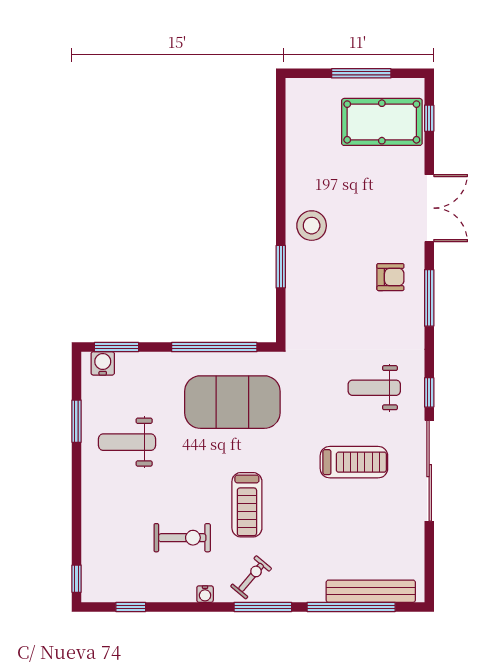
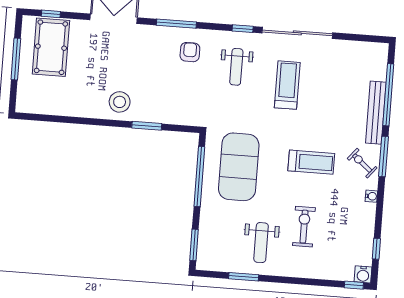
armchair: (390, 277) -> (190, 52), moved
water cooler: (103, 363) -> (363, 274), moved, turned -90
exercise bike: (182, 538) -> (304, 227), moved
bench: (371, 591) -> (376, 113), moved

